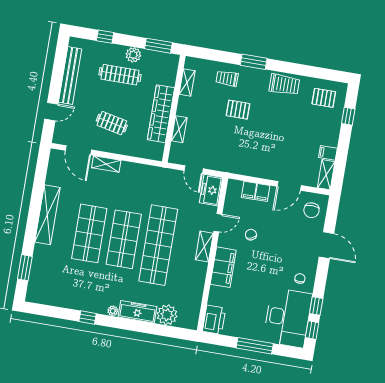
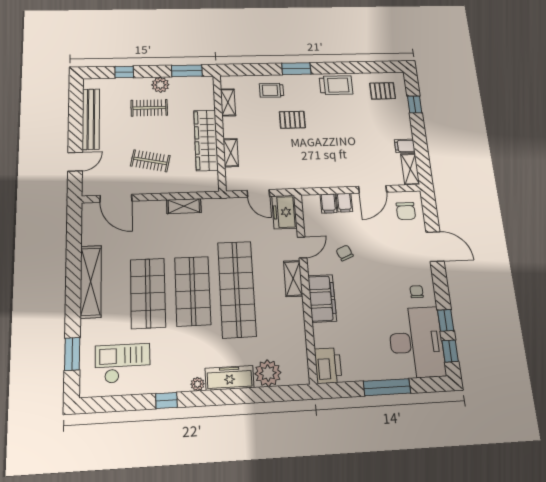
clothes rail: (120, 75) -> (149, 108), width x0.73
shelving: (106, 164) -> (184, 206), moved
checkout: (61, 283) -> (123, 363), added

